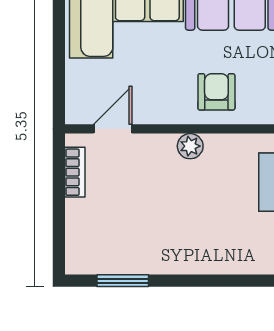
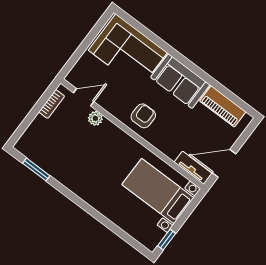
plant: (190, 146) -> (95, 118), moved

